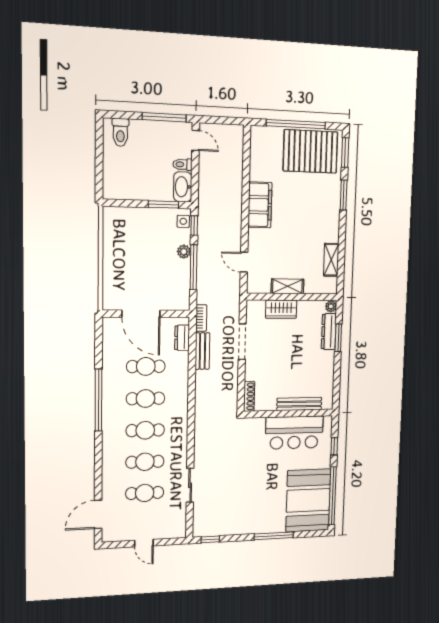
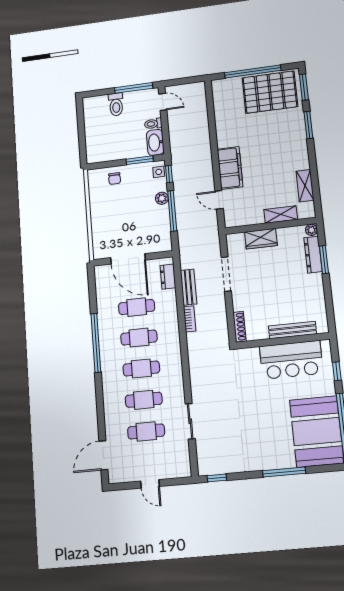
toilet: (120, 132) -> (116, 104), moved
filing cabinet: (260, 205) -> (230, 168), moved
chair: (133, 221) -> (115, 179), added
shelving: (287, 286) -> (281, 215), moved
bookcase: (201, 318) -> (190, 319), moved

